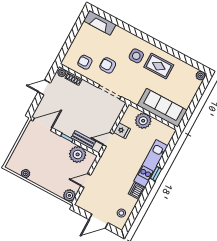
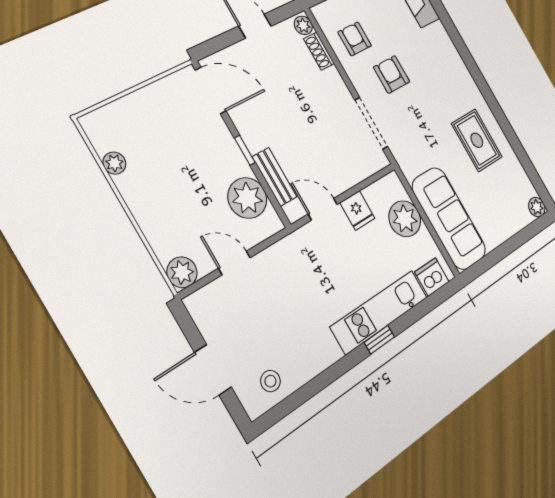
side table: (136, 56) -> (448, 95), removed
dishwasher: (136, 191) -> (432, 277), moved

